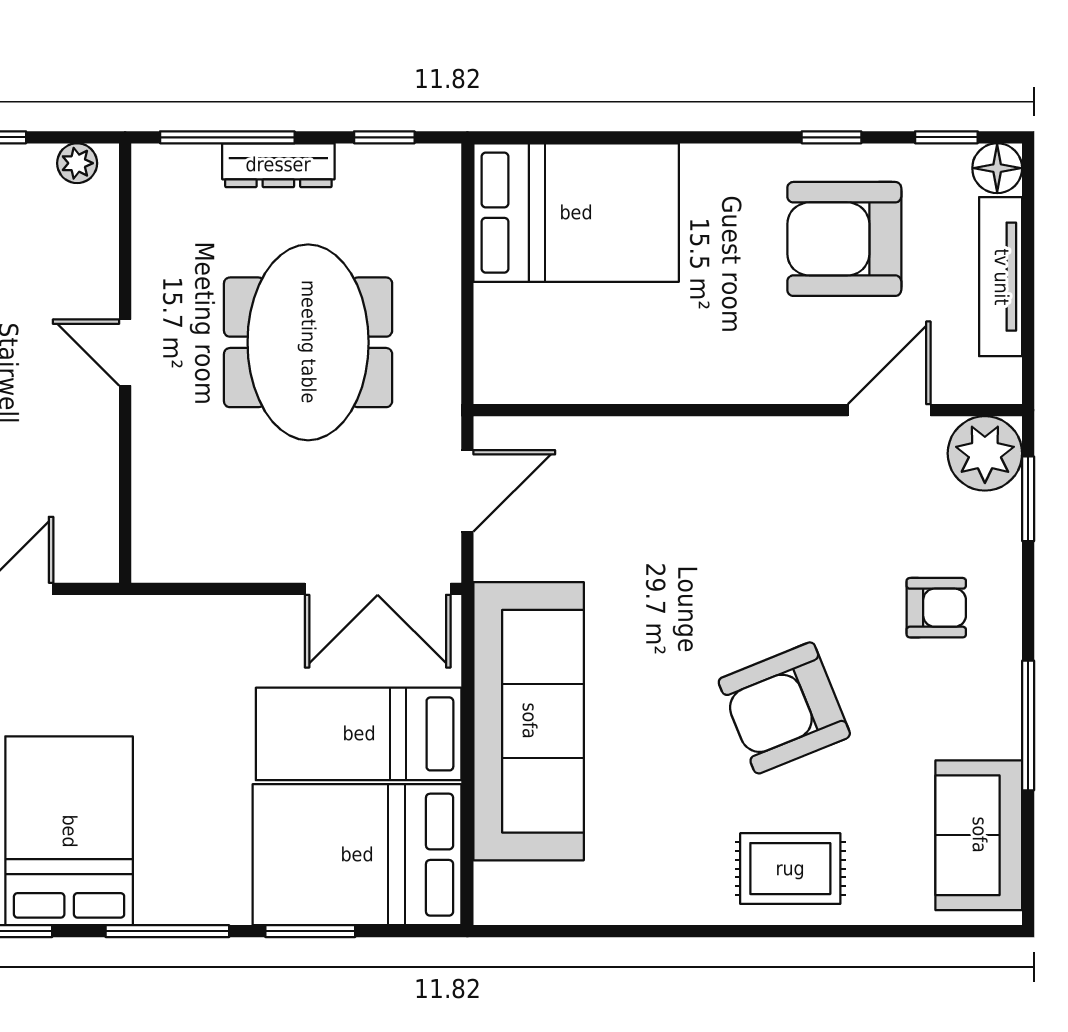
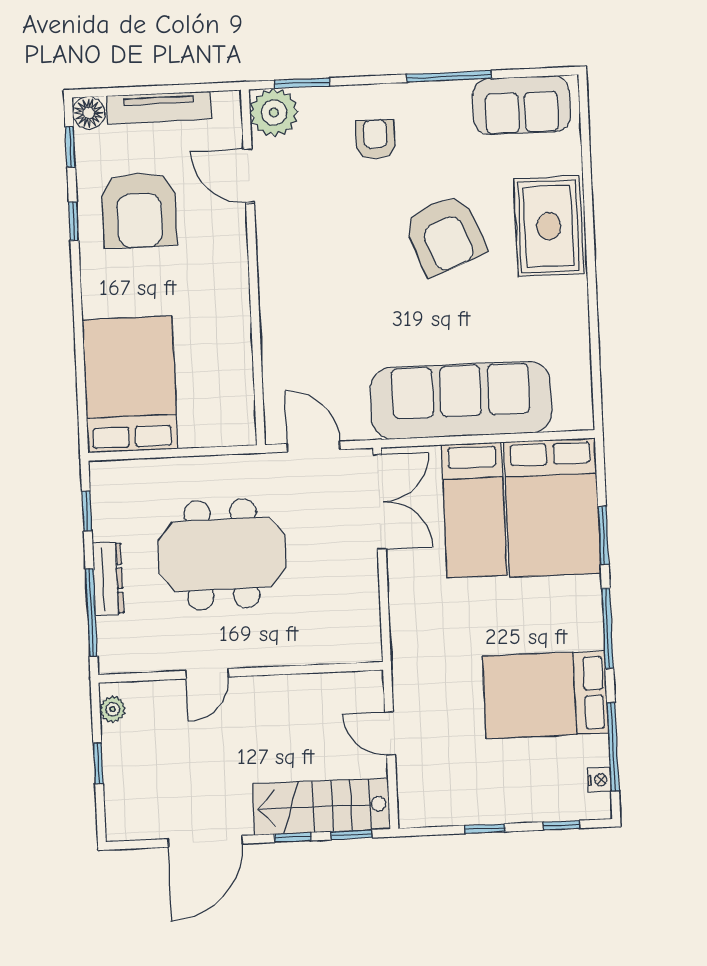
door: (125, 353) -> (207, 674), moved
rug: (790, 869) -> (549, 226), width x1.36, depth x1.43

